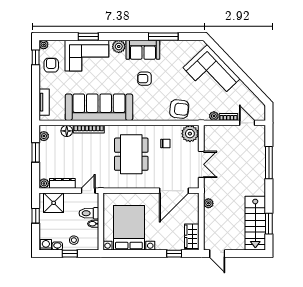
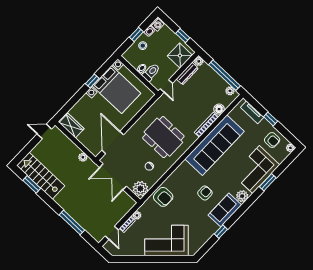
window: (163, 37) -> (221, 232), width x0.46
window: (36, 57) -> (271, 119), moved
armchair: (179, 109) -> (163, 197), turned -96
door: (247, 123) -> (112, 233), hinge flipped
window: (36, 152) -> (224, 75), width x2.11
double door: (201, 164) -> (113, 177), width x1.37
window: (174, 254) -> (92, 81), moved

